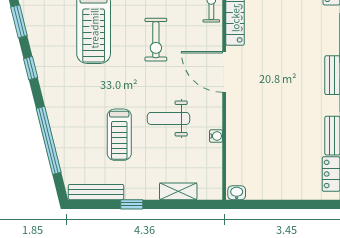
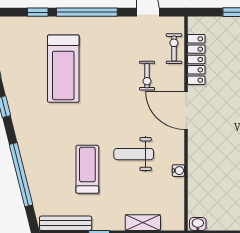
exercise bike: (156, 40) -> (147, 76), moved, width x0.73, depth x0.72
treadmill: (119, 135) -> (87, 169), turned 180

